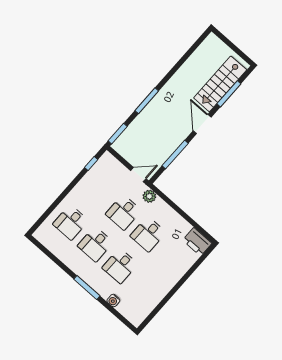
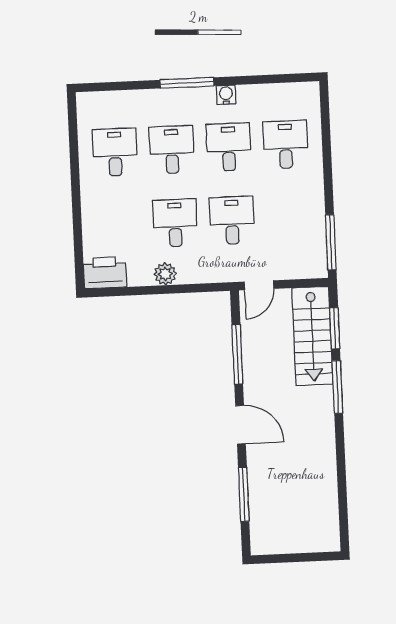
stairs: (220, 84) -> (312, 336), moved, turned 180
window: (118, 134) -> (335, 328), moved
window: (91, 163) -> (331, 242), width x2.17
plant: (149, 196) -> (165, 274), moved
desk: (145, 288) -> (115, 152), added
water cooler: (113, 301) -> (226, 95), moved

